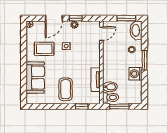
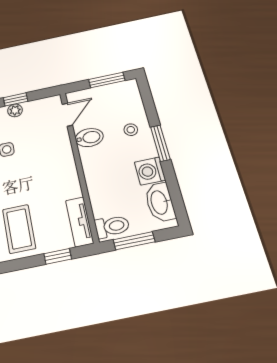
washbasin: (136, 30) -> (160, 202), moved
tv unit: (96, 80) -> (80, 222), moved
bidet: (110, 87) -> (89, 138), moved

